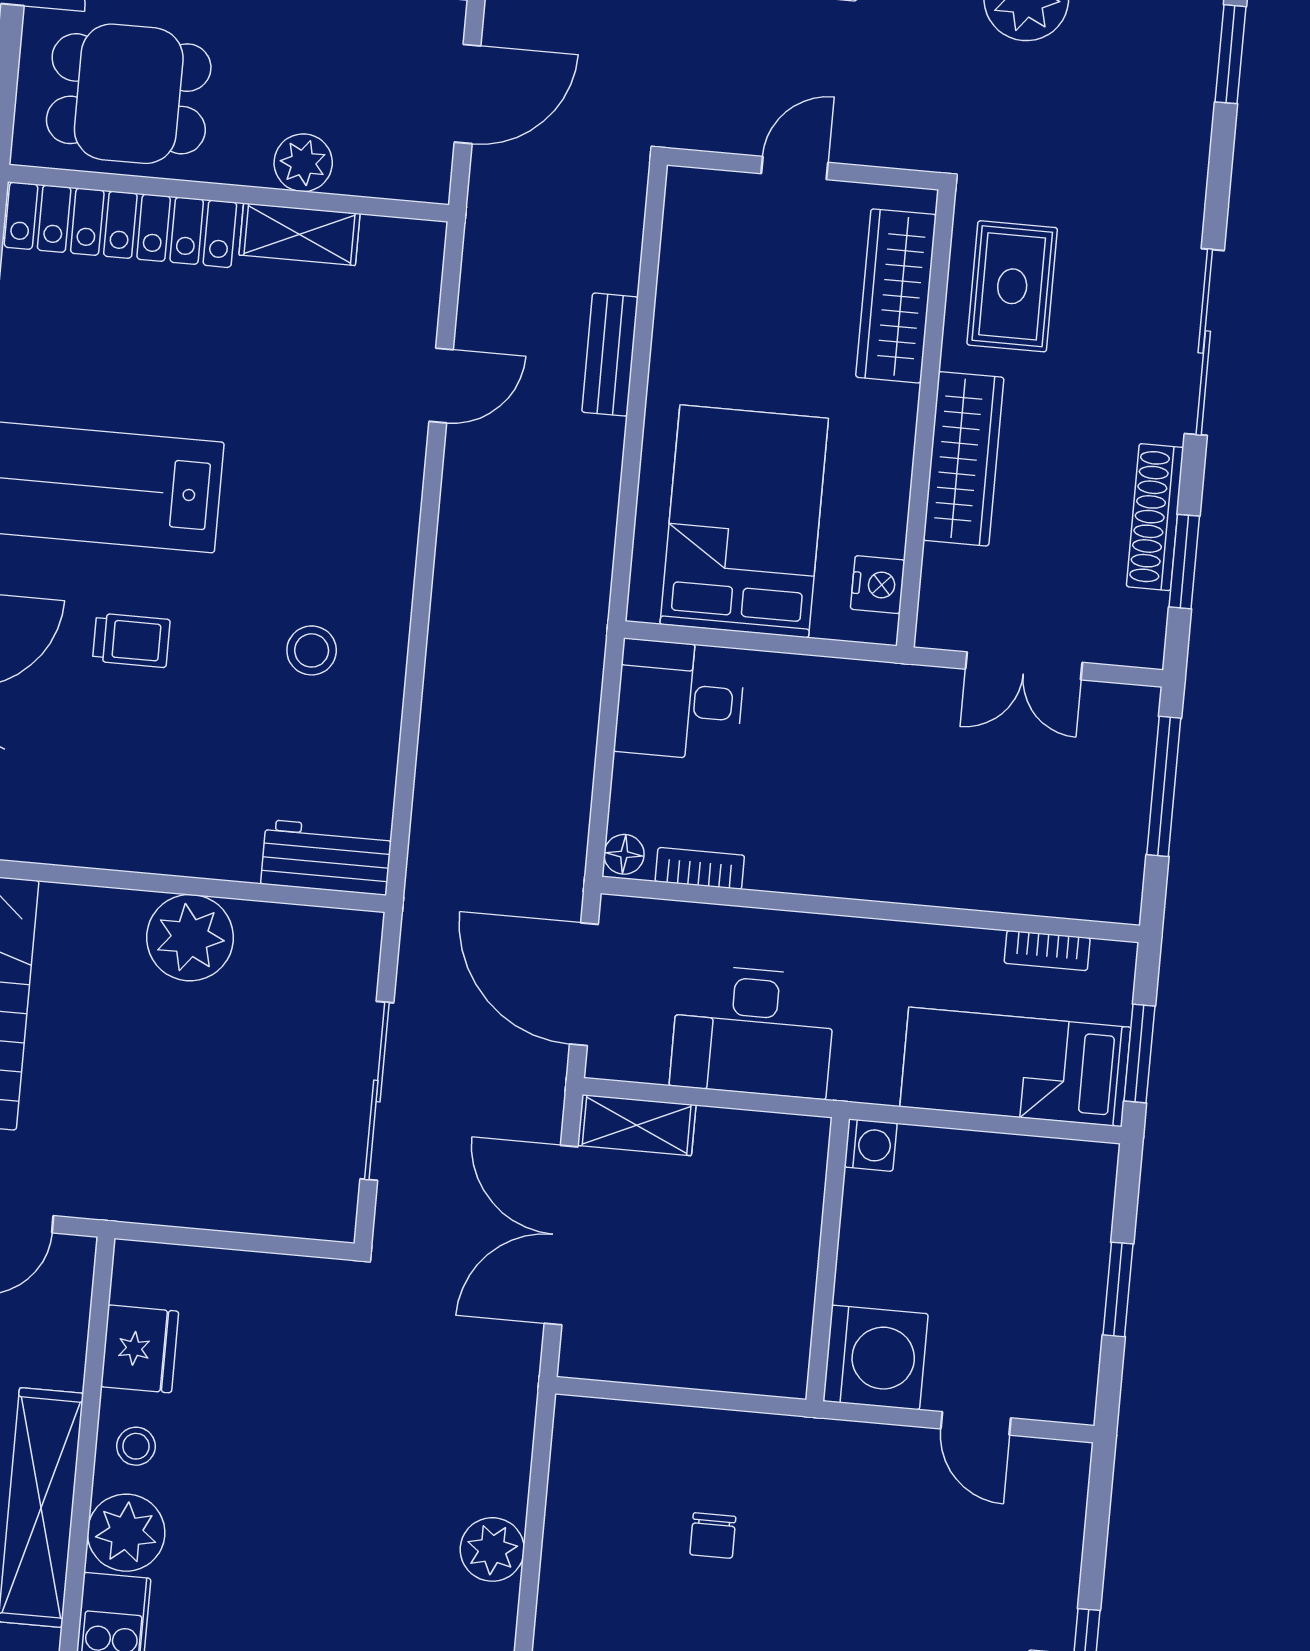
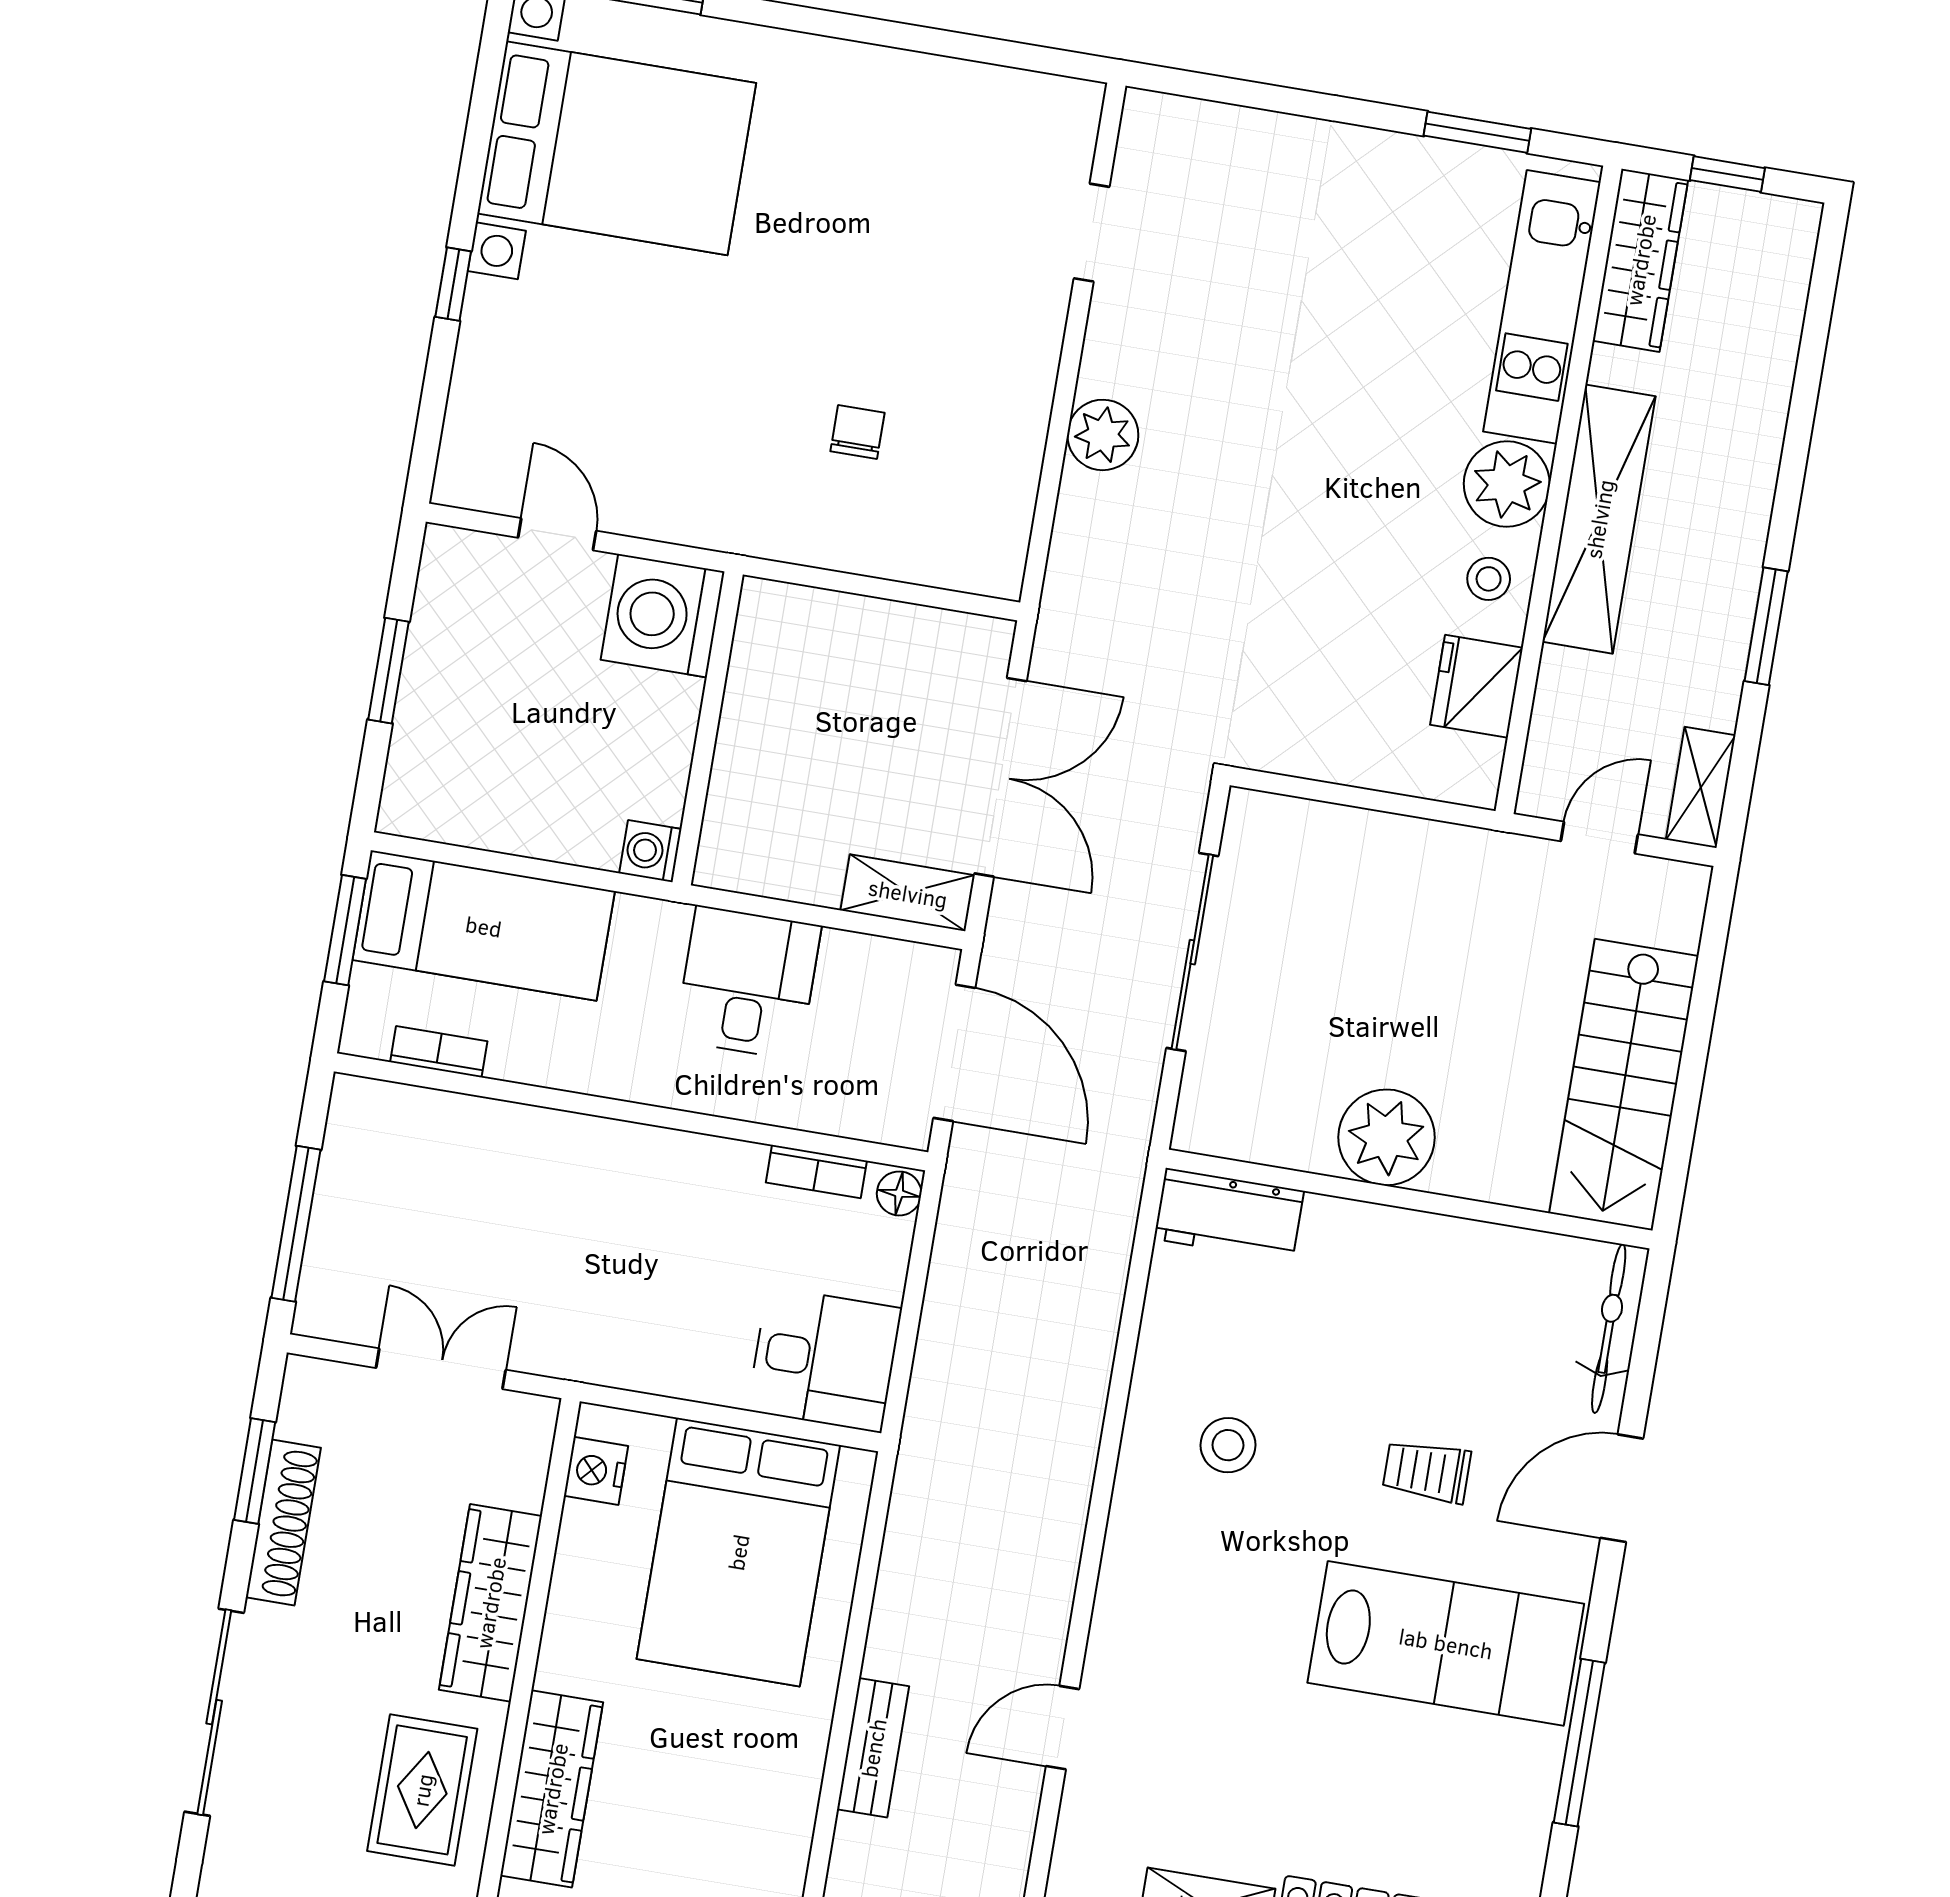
desk: (753, 1031) -> (748, 983), width x0.73

